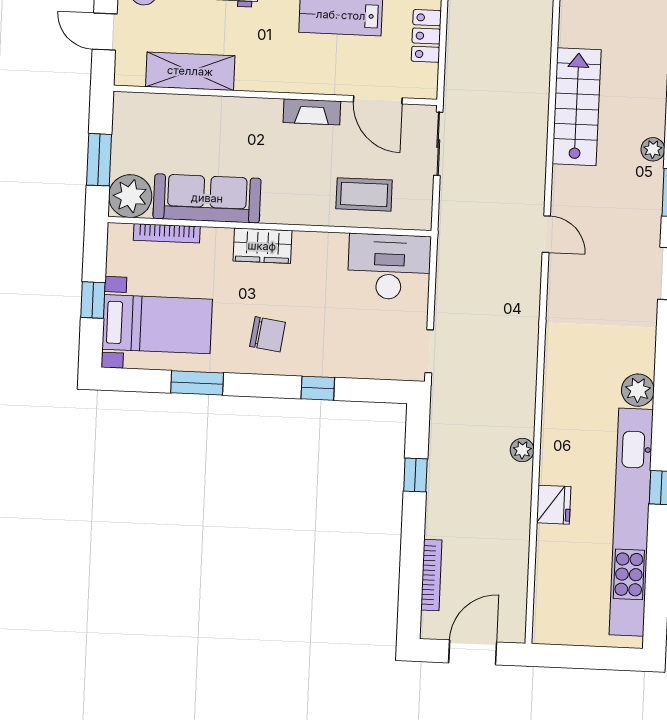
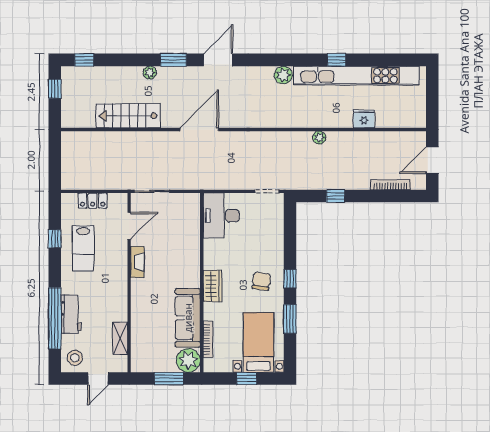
shelving: (190, 71) -> (120, 338), width x0.67, depth x0.75
coffee table: (364, 194) -> (182, 231), removed
door: (546, 234) -> (199, 129), width x1.88
window: (318, 388) -> (290, 279), moved
fridge: (554, 505) -> (364, 119), moved
door: (473, 652) -> (432, 160), hinge flipped

